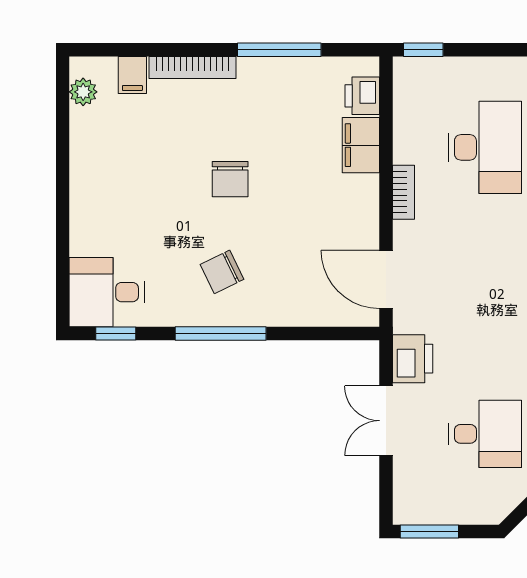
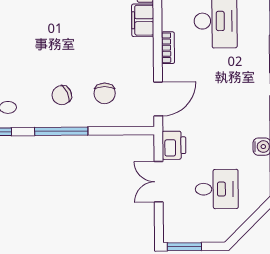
chair: (230, 179) -> (105, 93), moved
door: (386, 279) -> (158, 99), swing flipped

